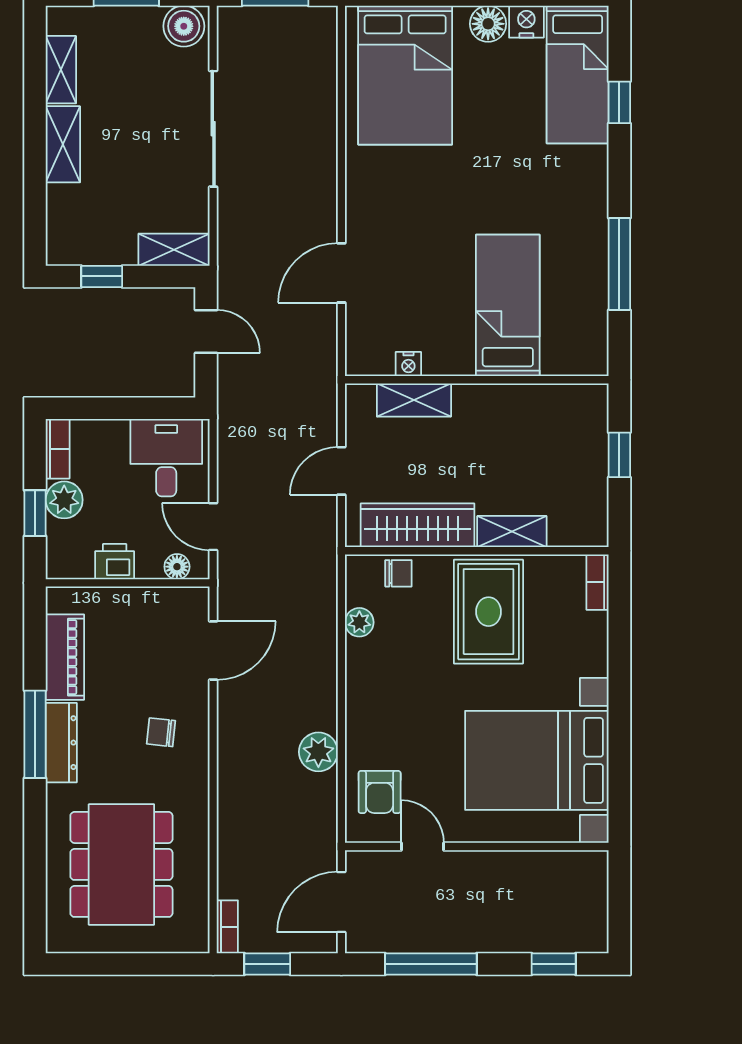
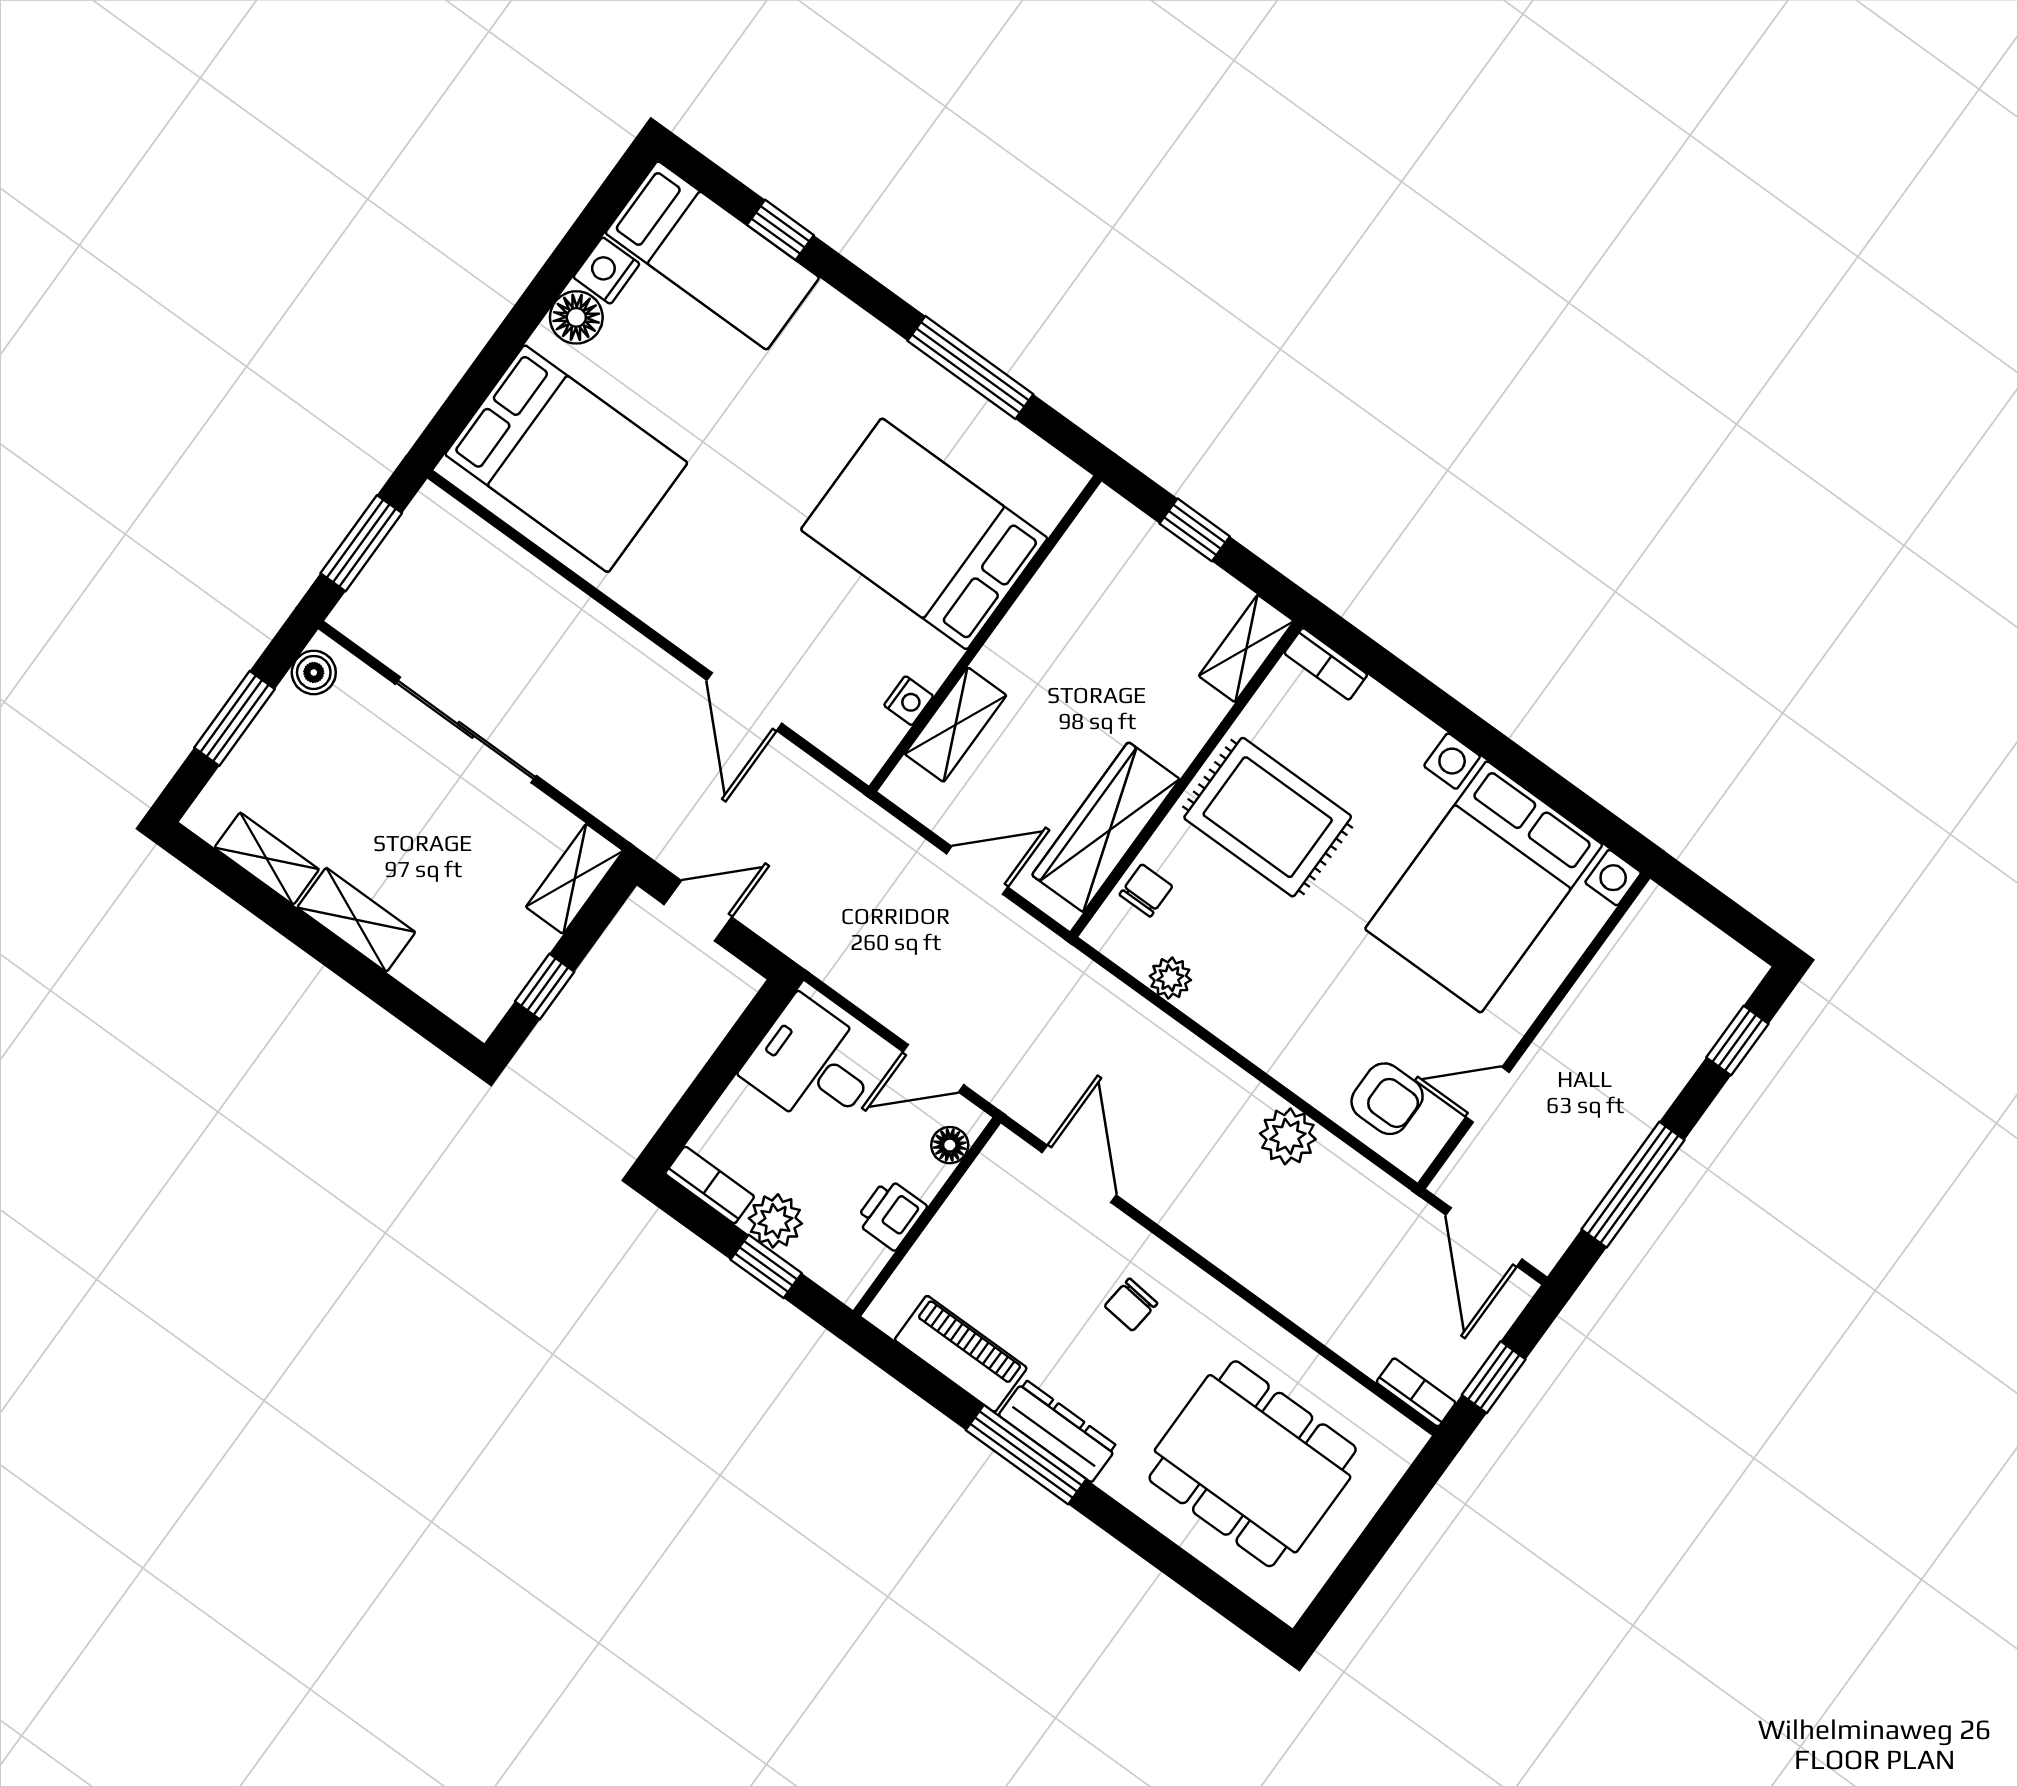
boiler: (184, 26) -> (314, 672), width x0.73, depth x0.73
bed: (508, 305) -> (924, 534), width x1.50
door: (341, 471) -> (977, 870), swing flipped
shelving: (512, 532) -> (1246, 649), moved

